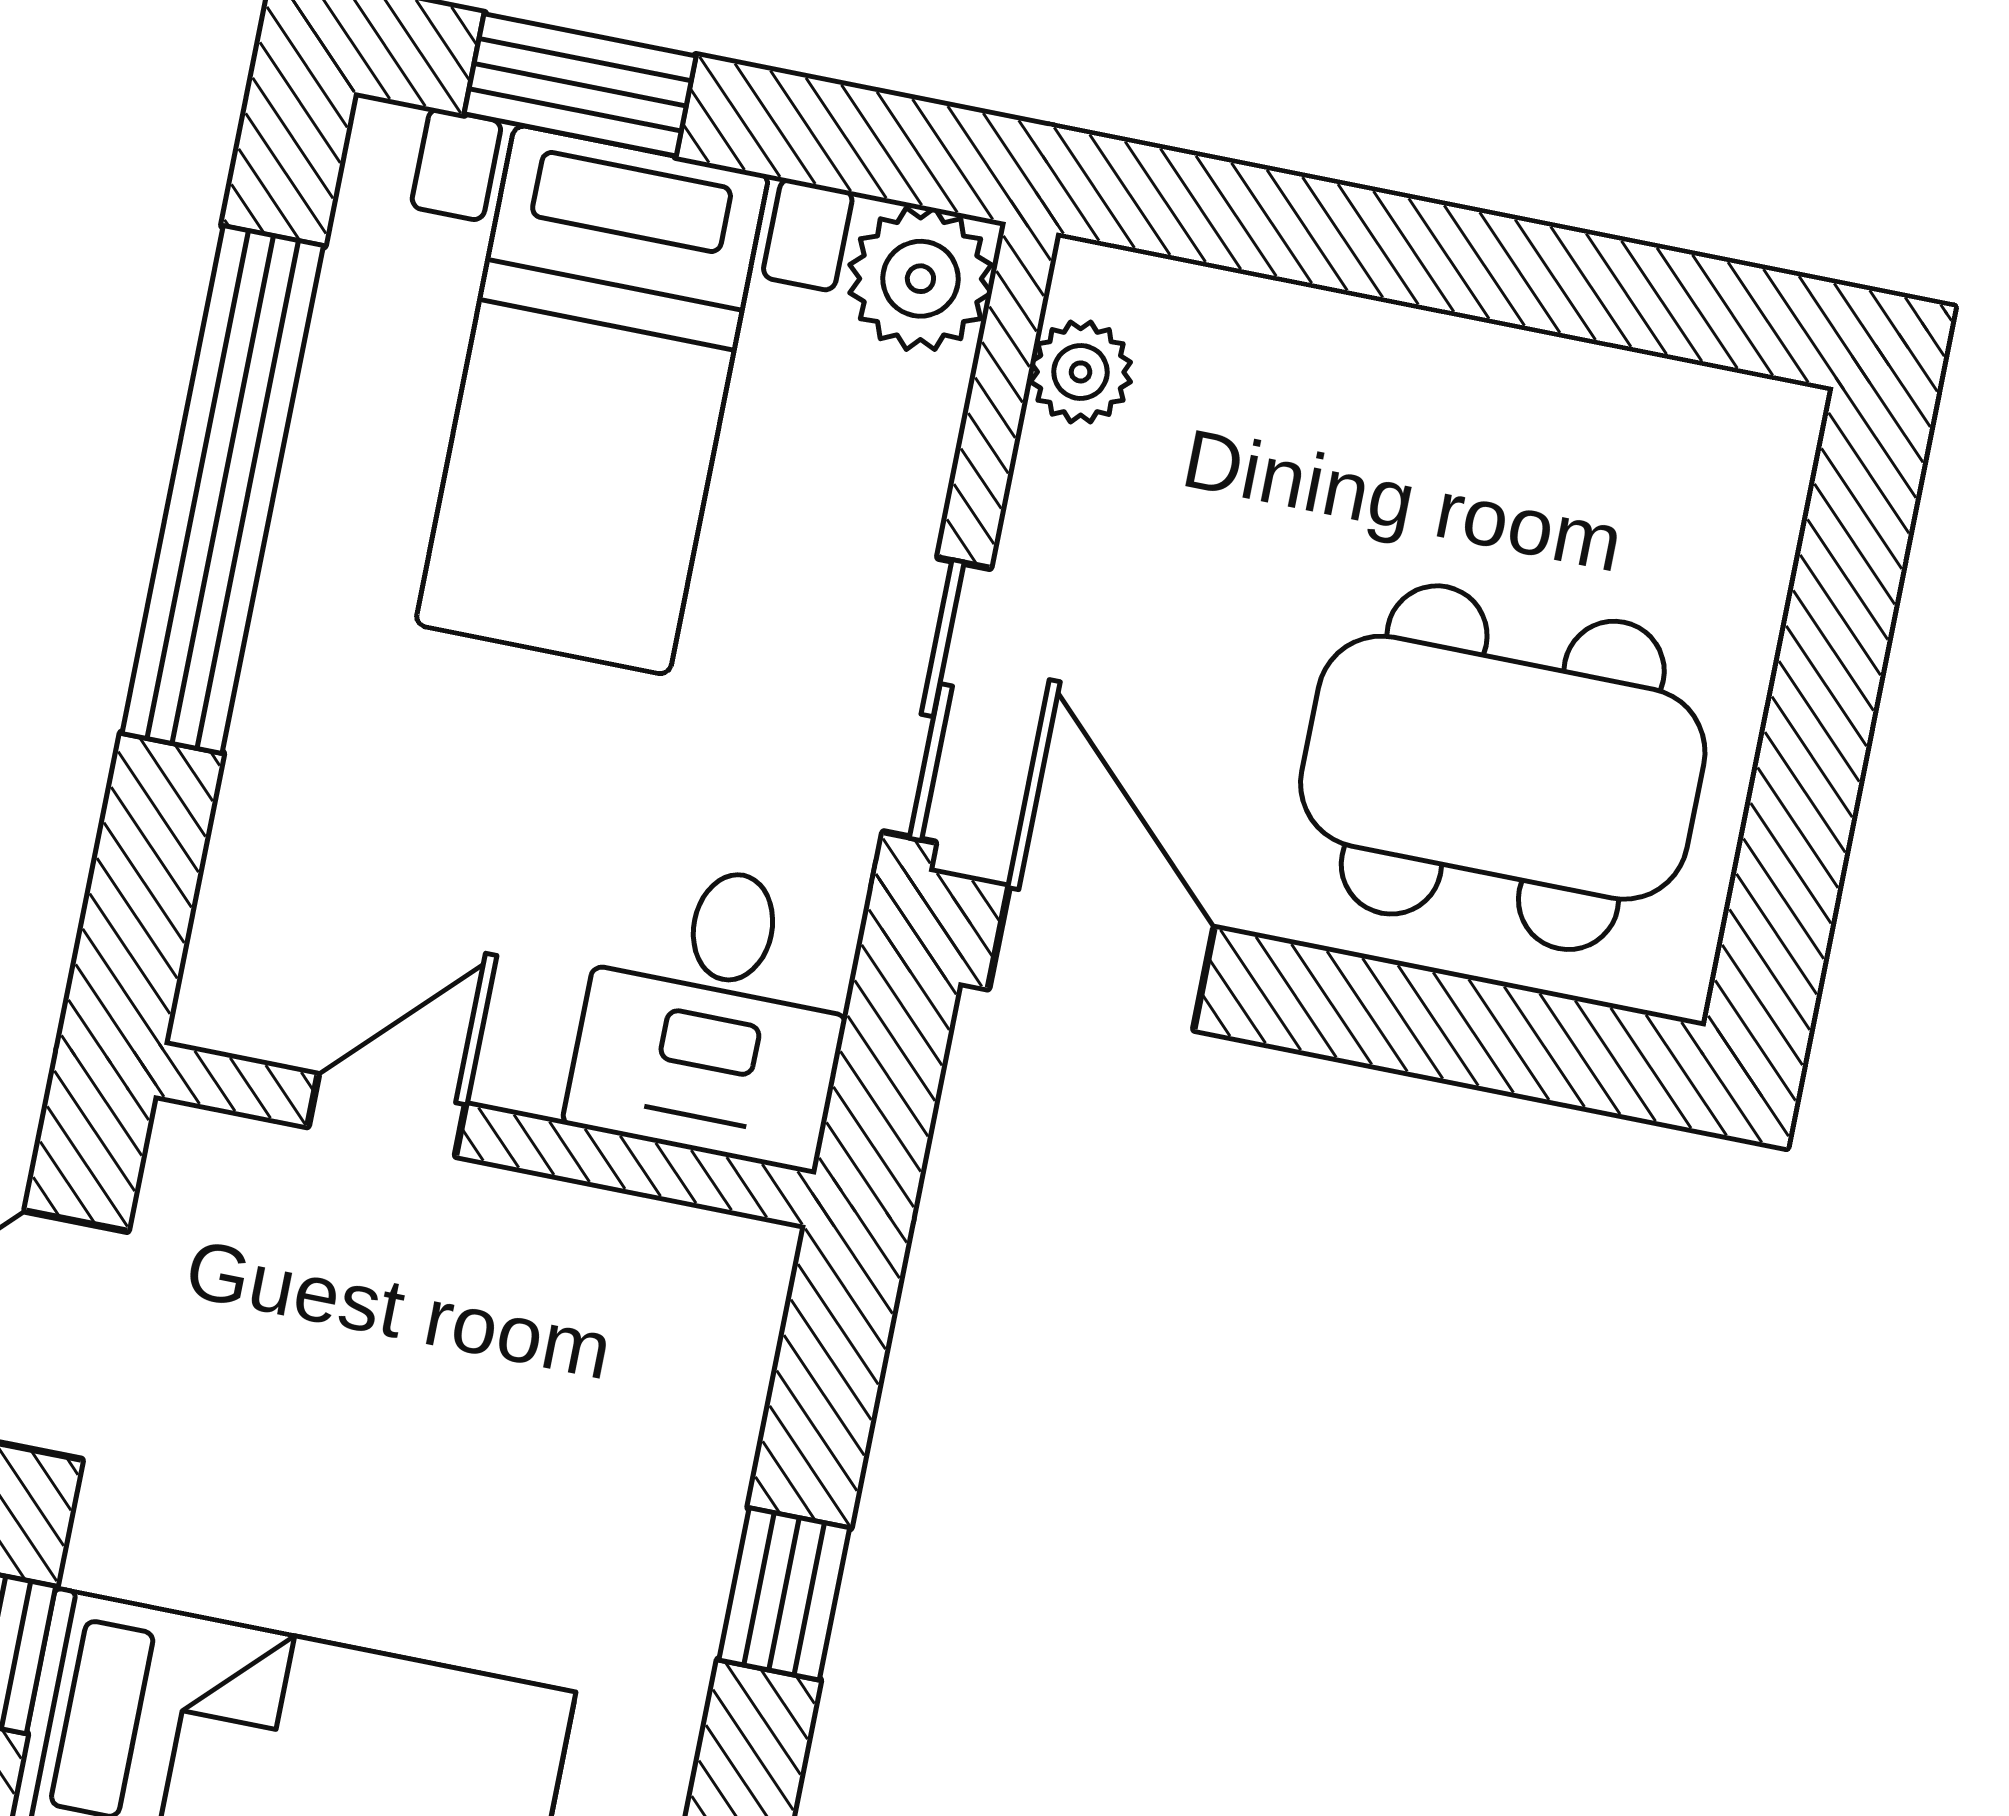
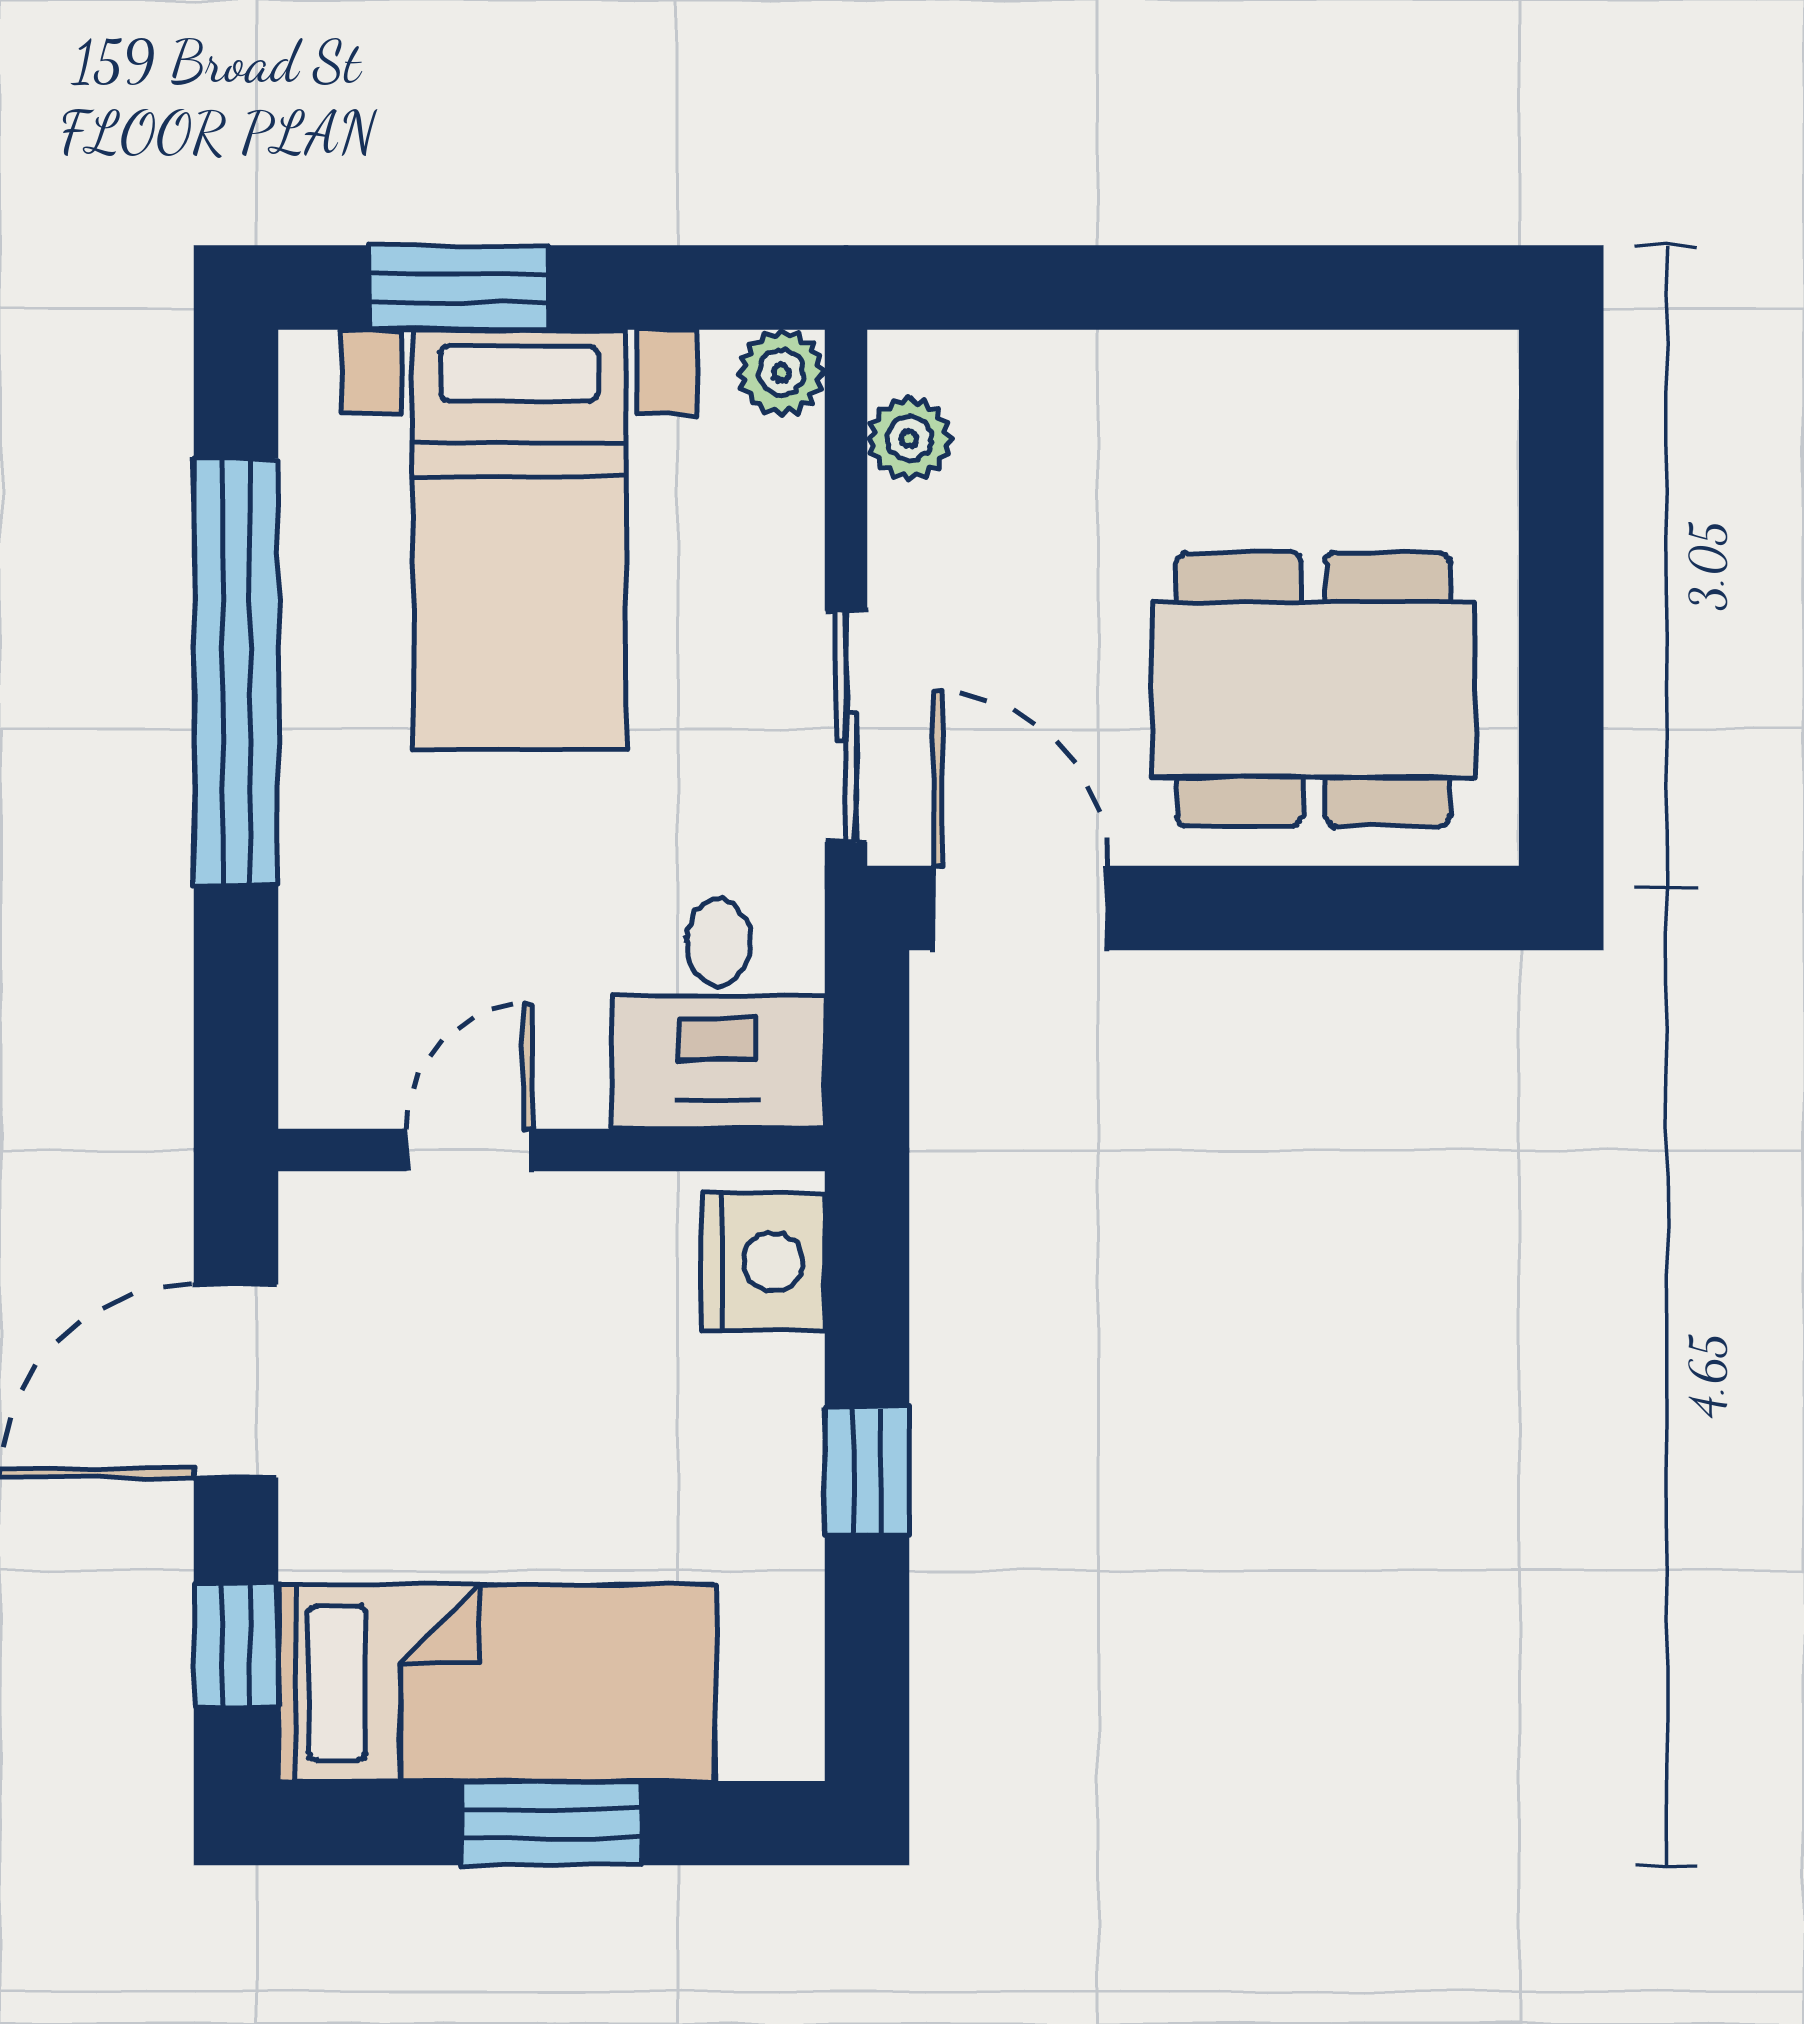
plant: (920, 279) -> (781, 373), width x0.73, depth x0.73
nightstand: (711, 1319) -> (764, 1262), added

